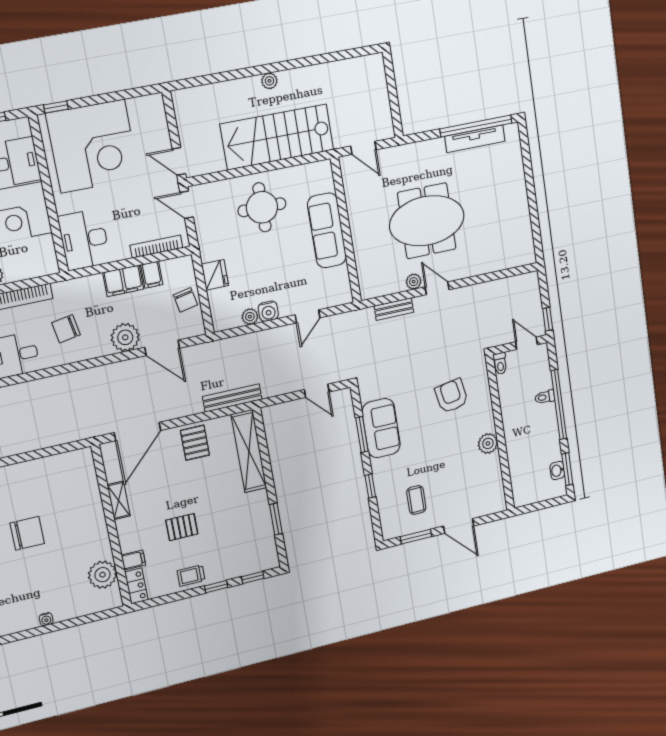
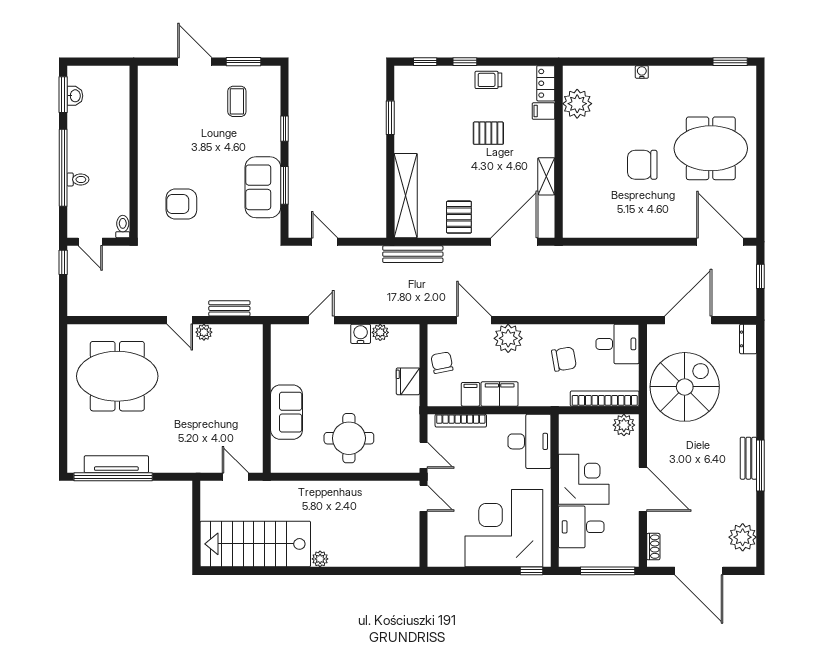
stairs: (277, 137) -> (255, 544), moved, turned 180
meeting table: (427, 221) -> (117, 376), moved
sofa: (327, 230) -> (287, 412), width x0.73
armchair: (451, 396) -> (181, 204), turned 100
plant: (488, 443) -> (149, 144), removed
trolley: (191, 576) -> (488, 80), turned 180

